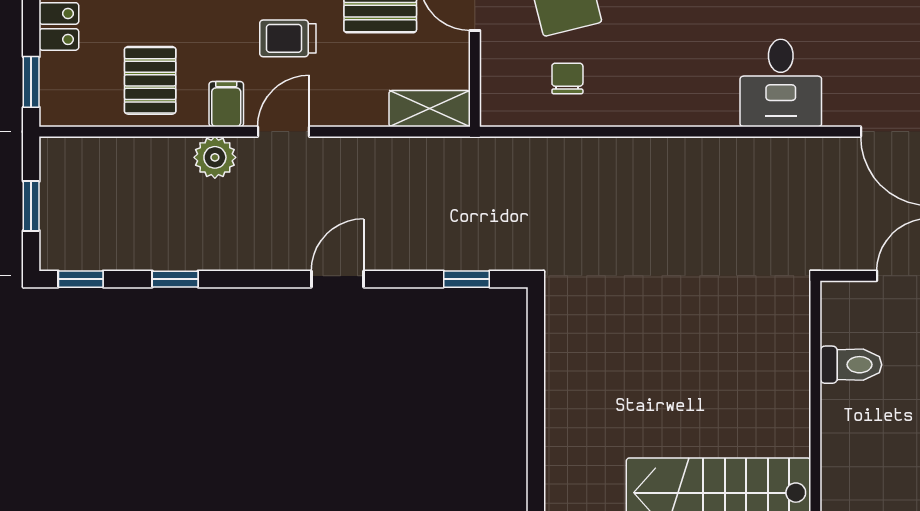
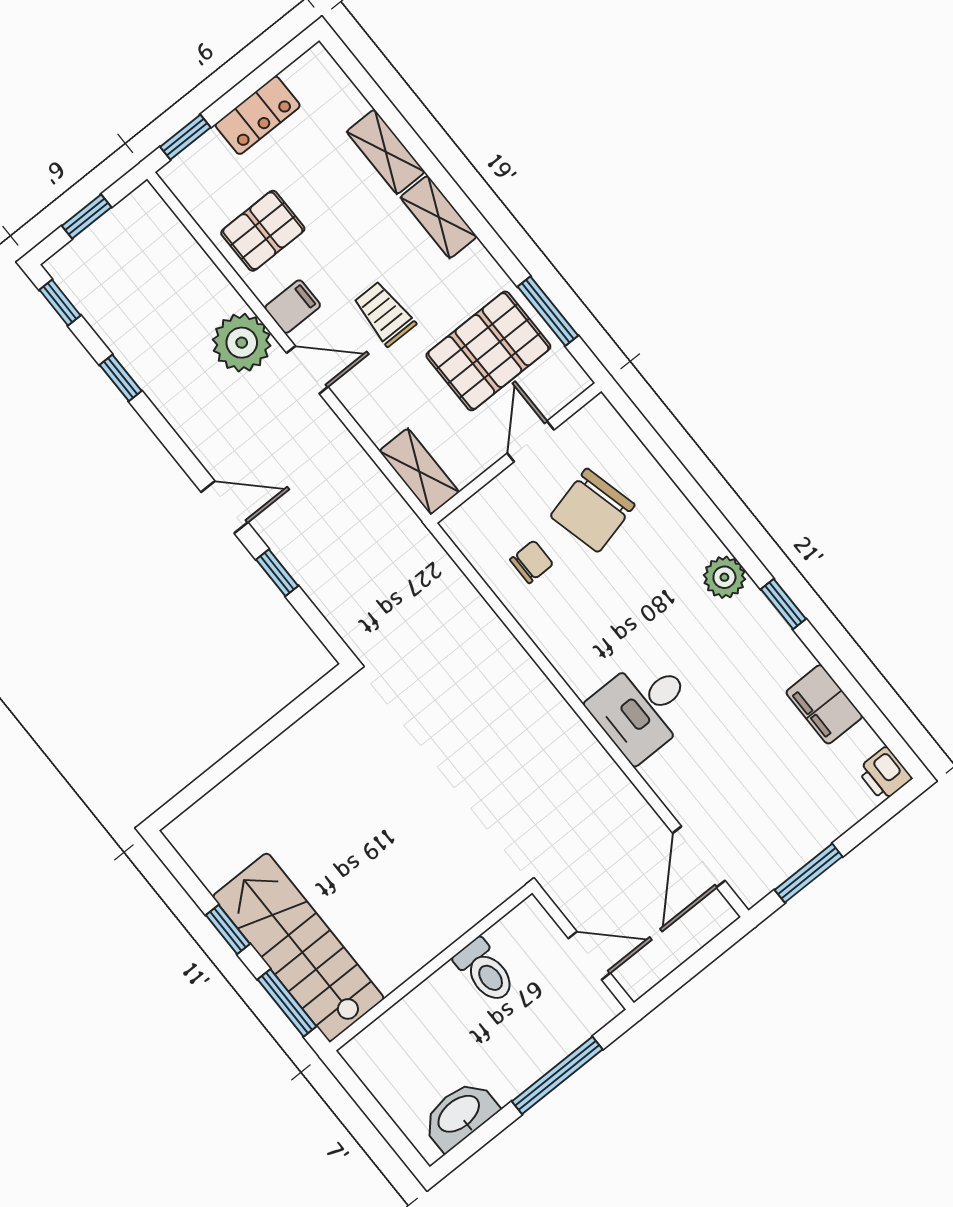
desk: (781, 83) -> (643, 708), moved
plant: (215, 157) -> (242, 343), width x1.36, depth x1.36
window: (467, 279) -> (277, 573), moved

